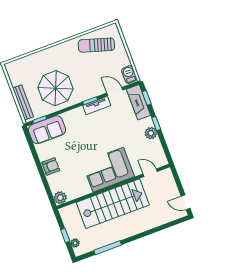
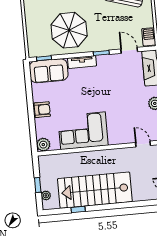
bench: (23, 102) -> (32, 36), removed
tv unit: (97, 106) -> (82, 62), moved
corner sofa: (108, 170) -> (83, 131), moved
stairs: (113, 204) -> (95, 190), moved, turned 180
window: (108, 248) -> (78, 209), width x0.46

